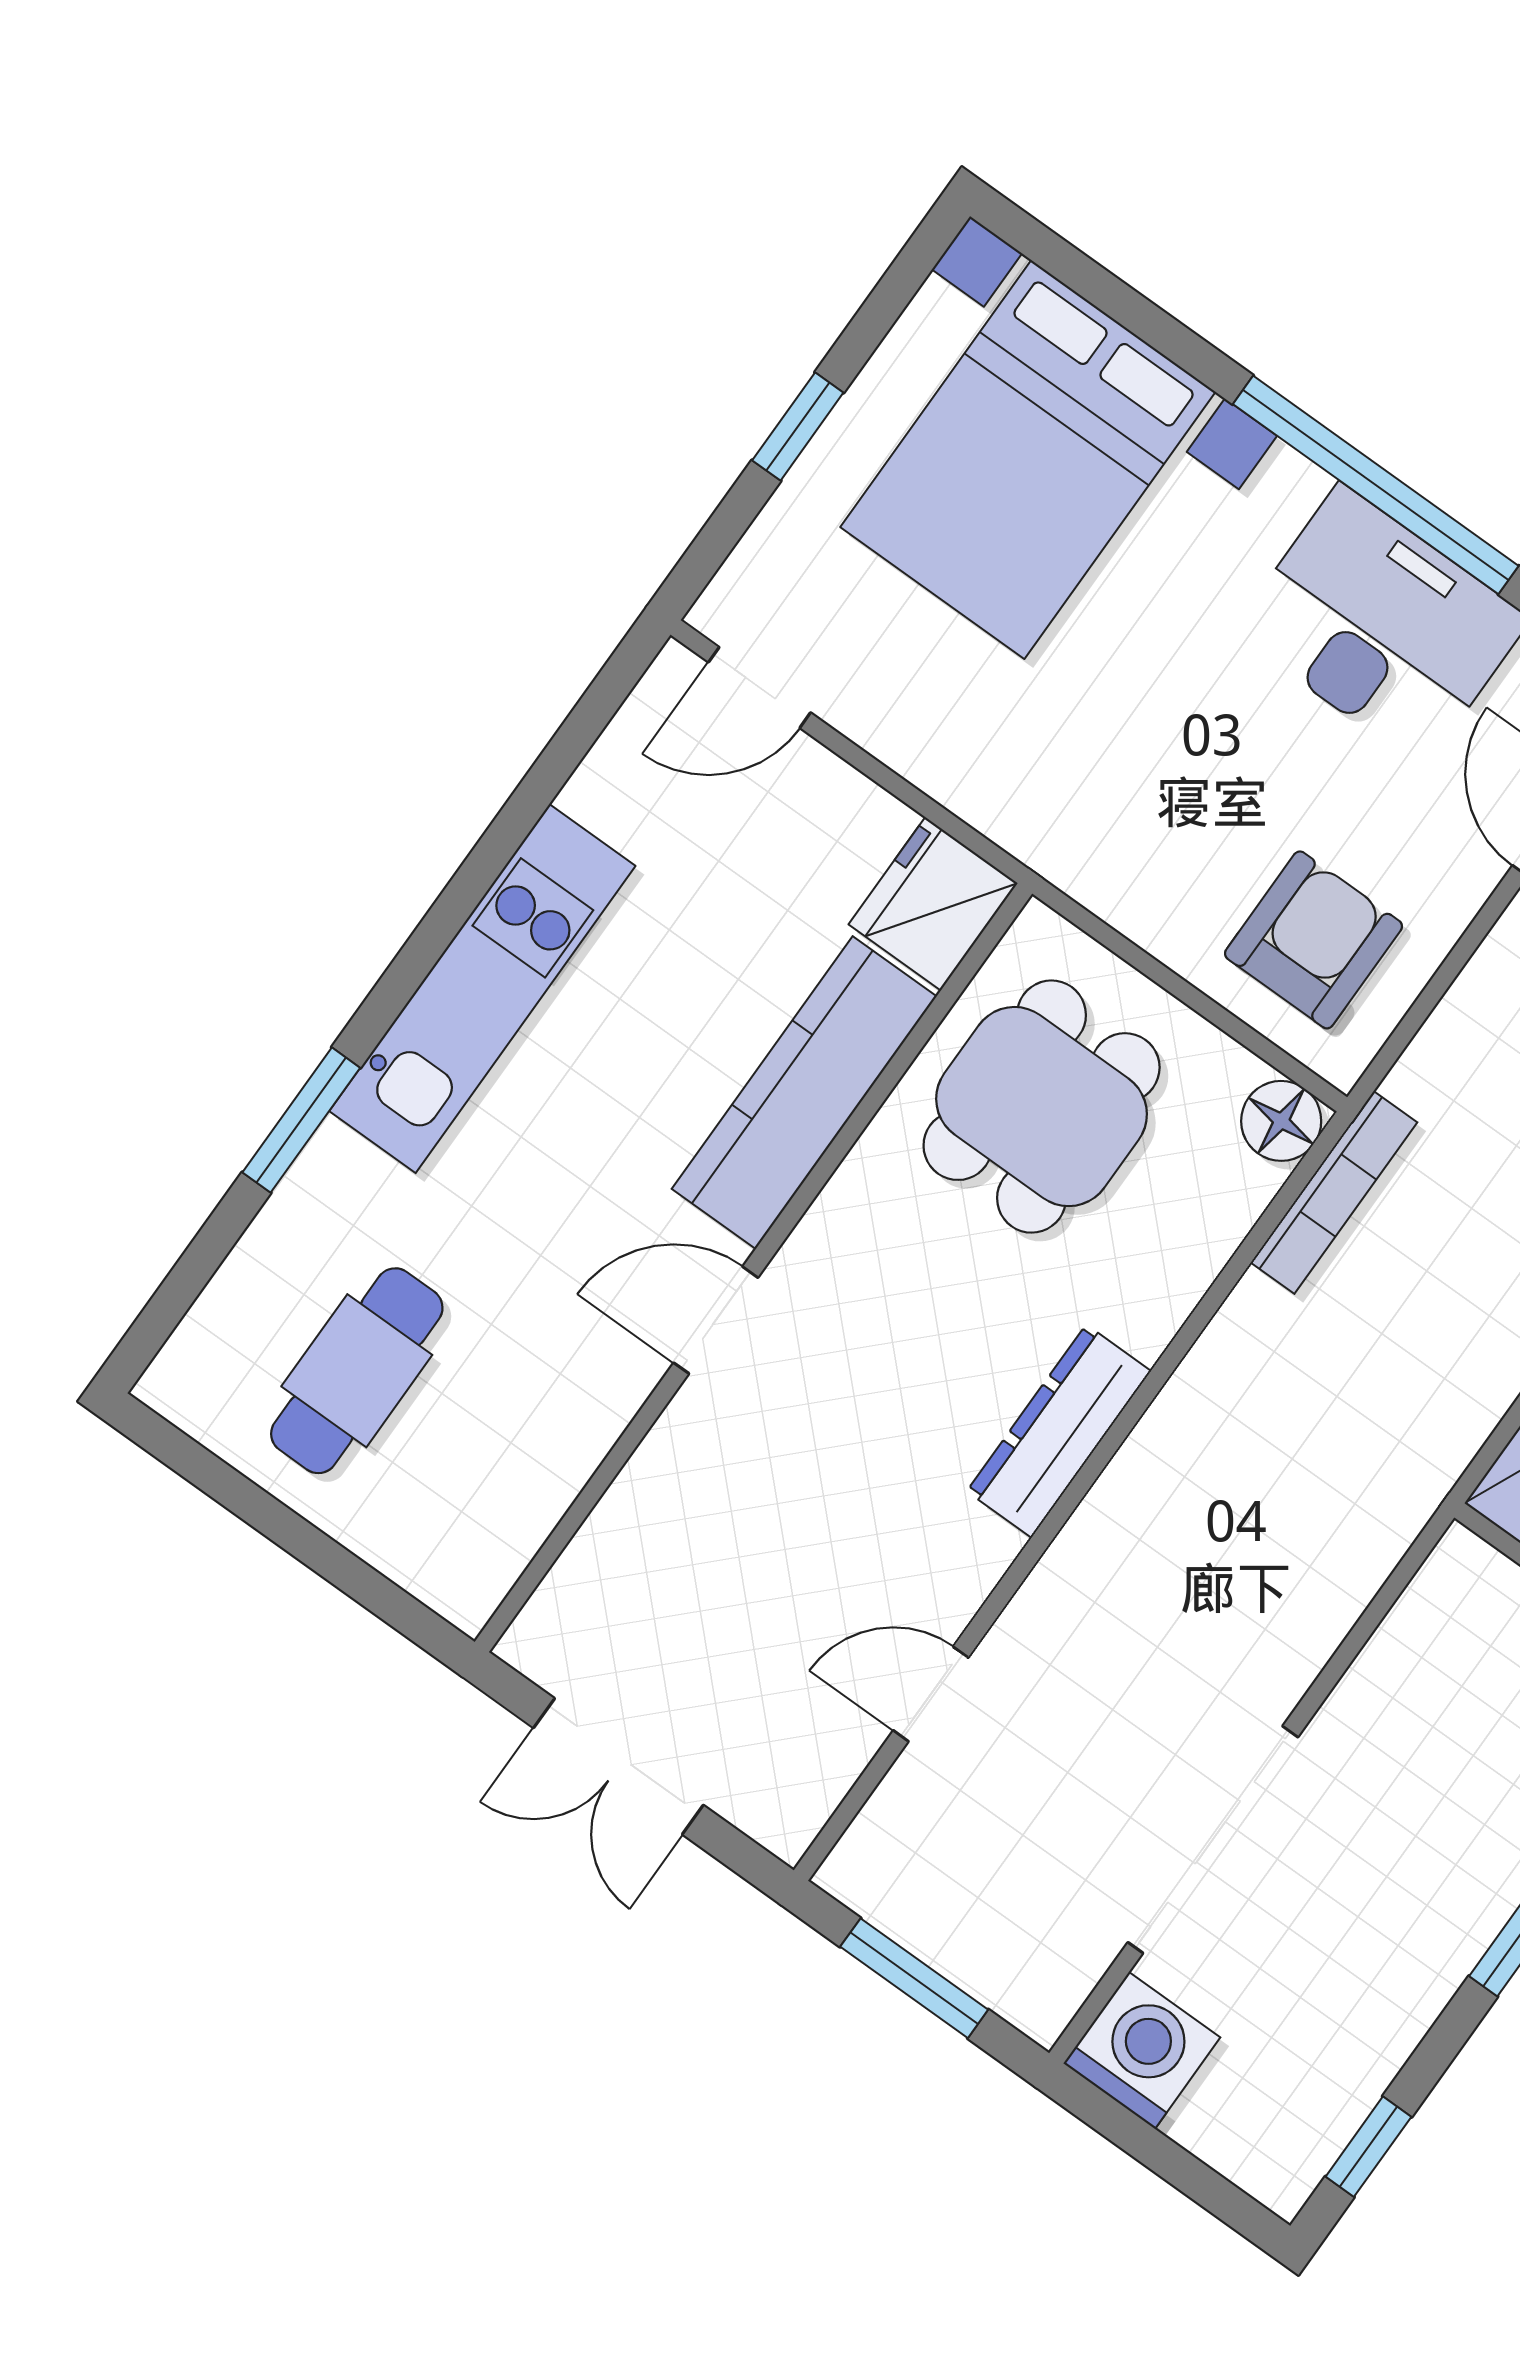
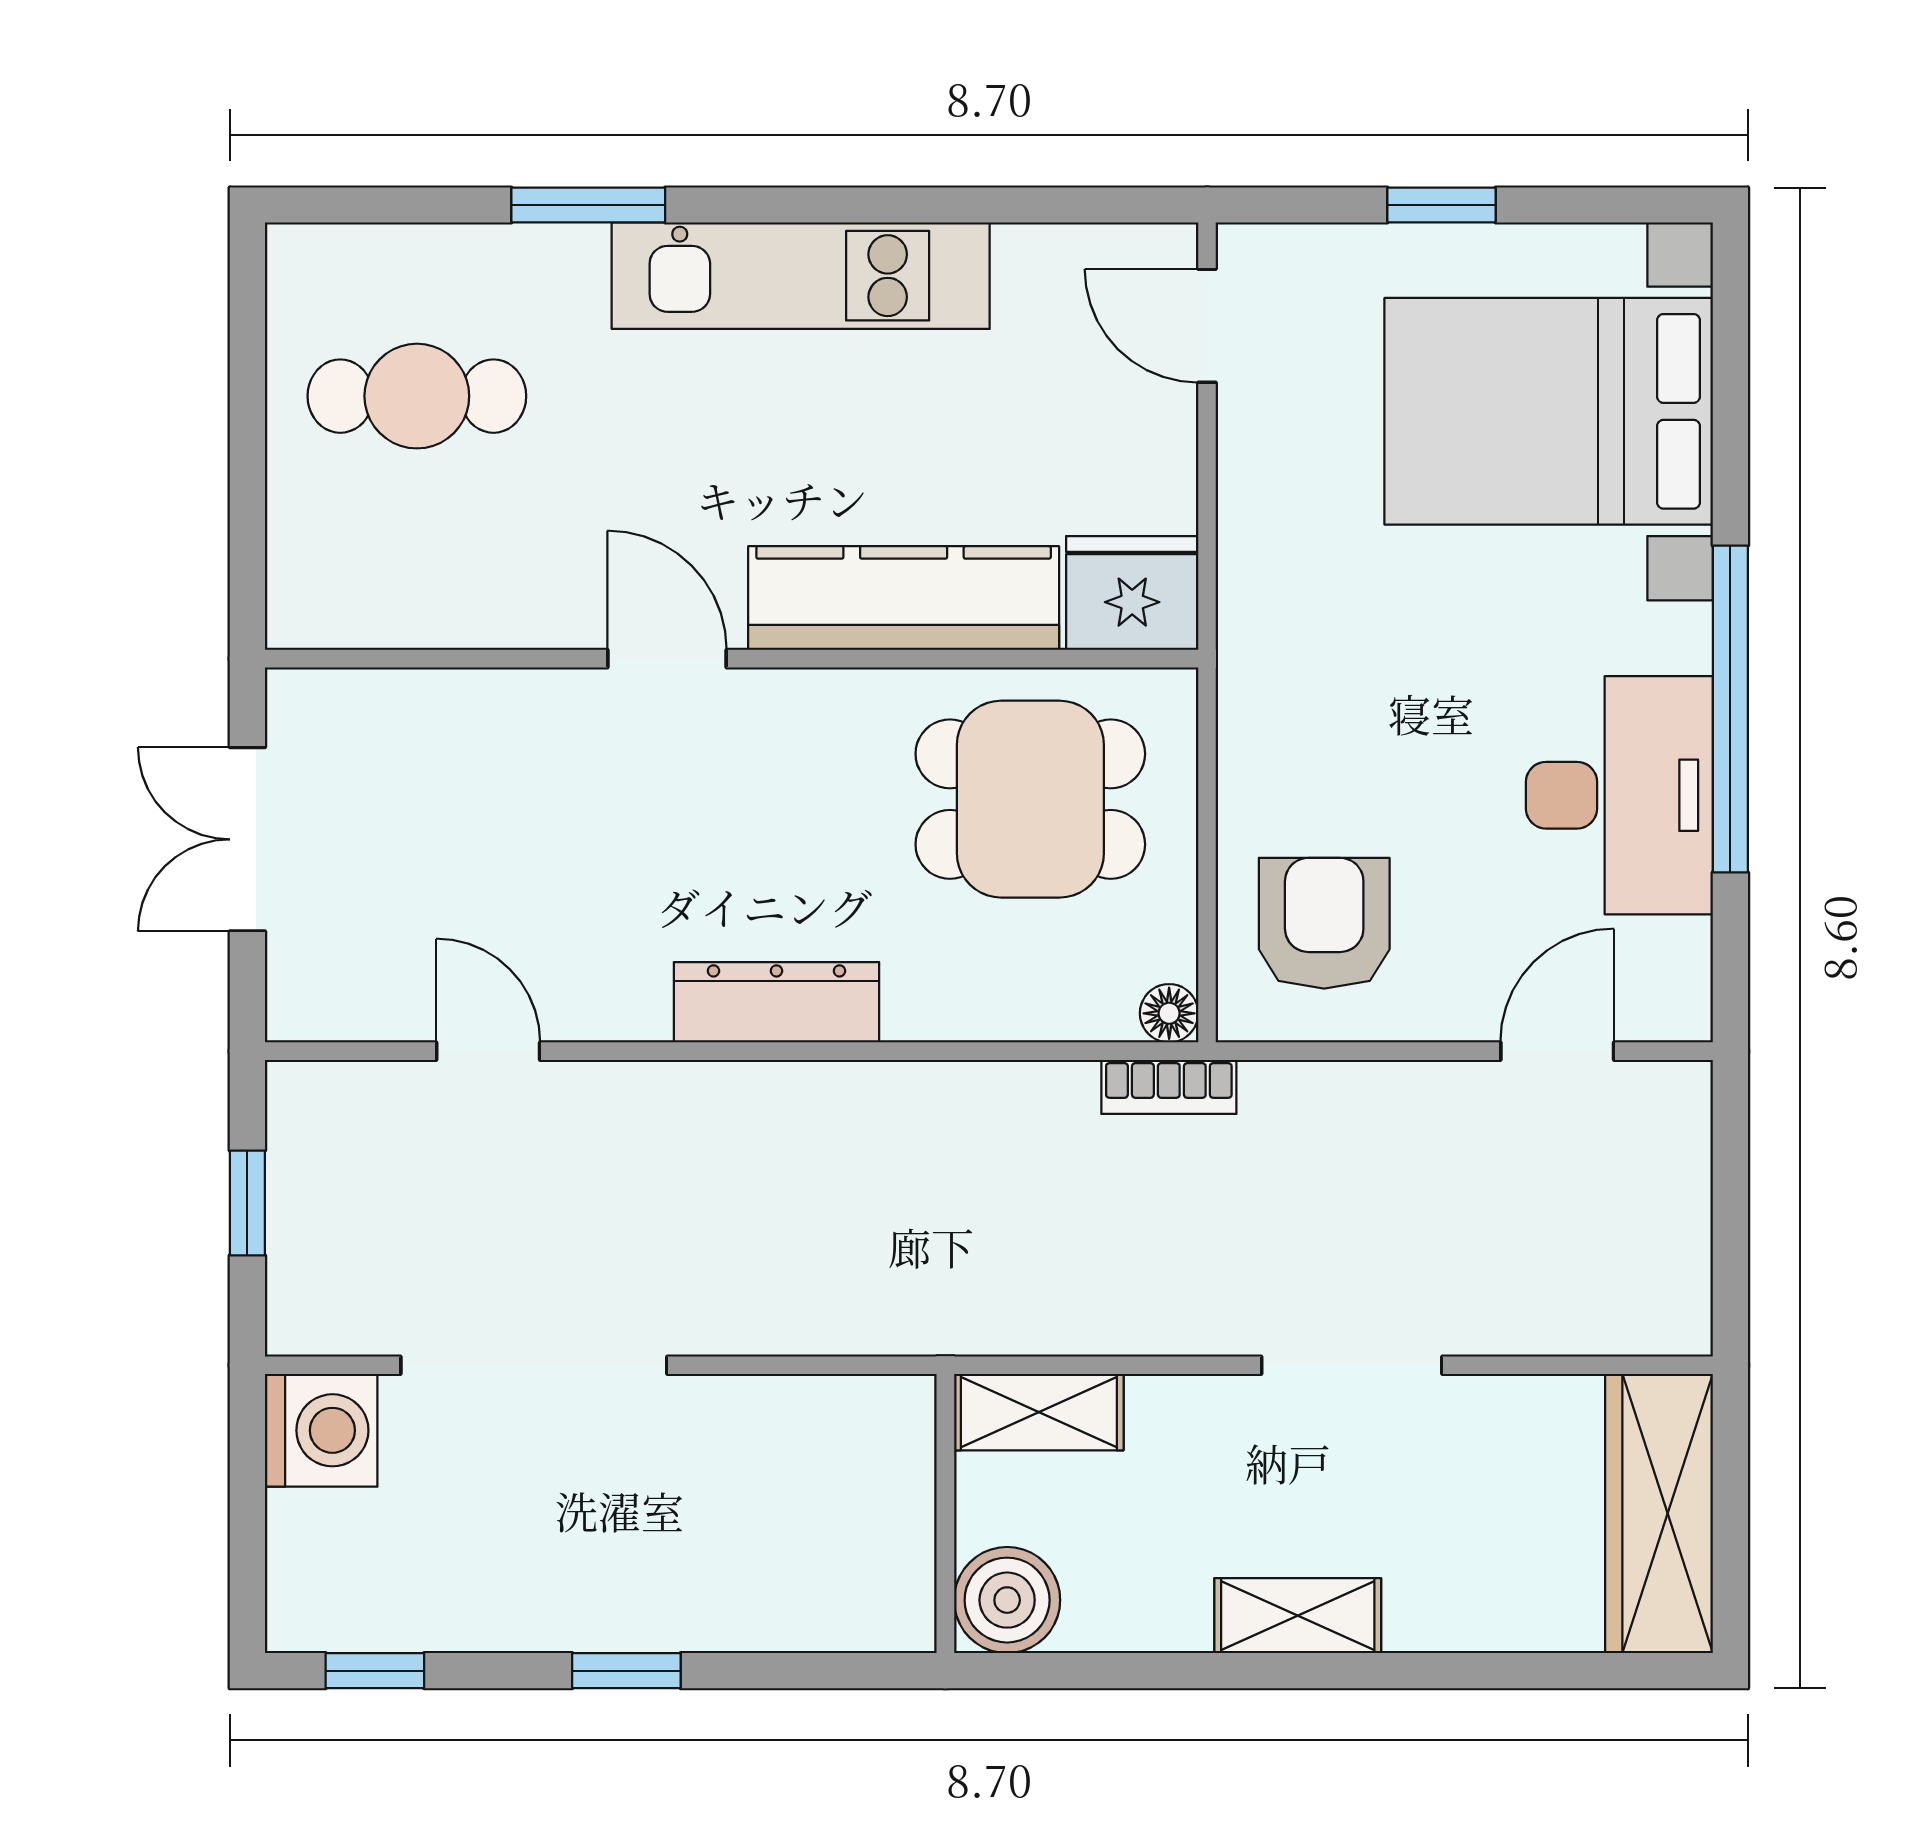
armchair: (1313, 940) -> (1324, 923), turned -90
floor lamp: (1281, 1121) -> (1169, 1013), width x0.73, depth x0.73
bookcase: (1334, 1192) -> (1169, 1087), width x0.64
window: (914, 1978) -> (247, 1203), width x0.67

